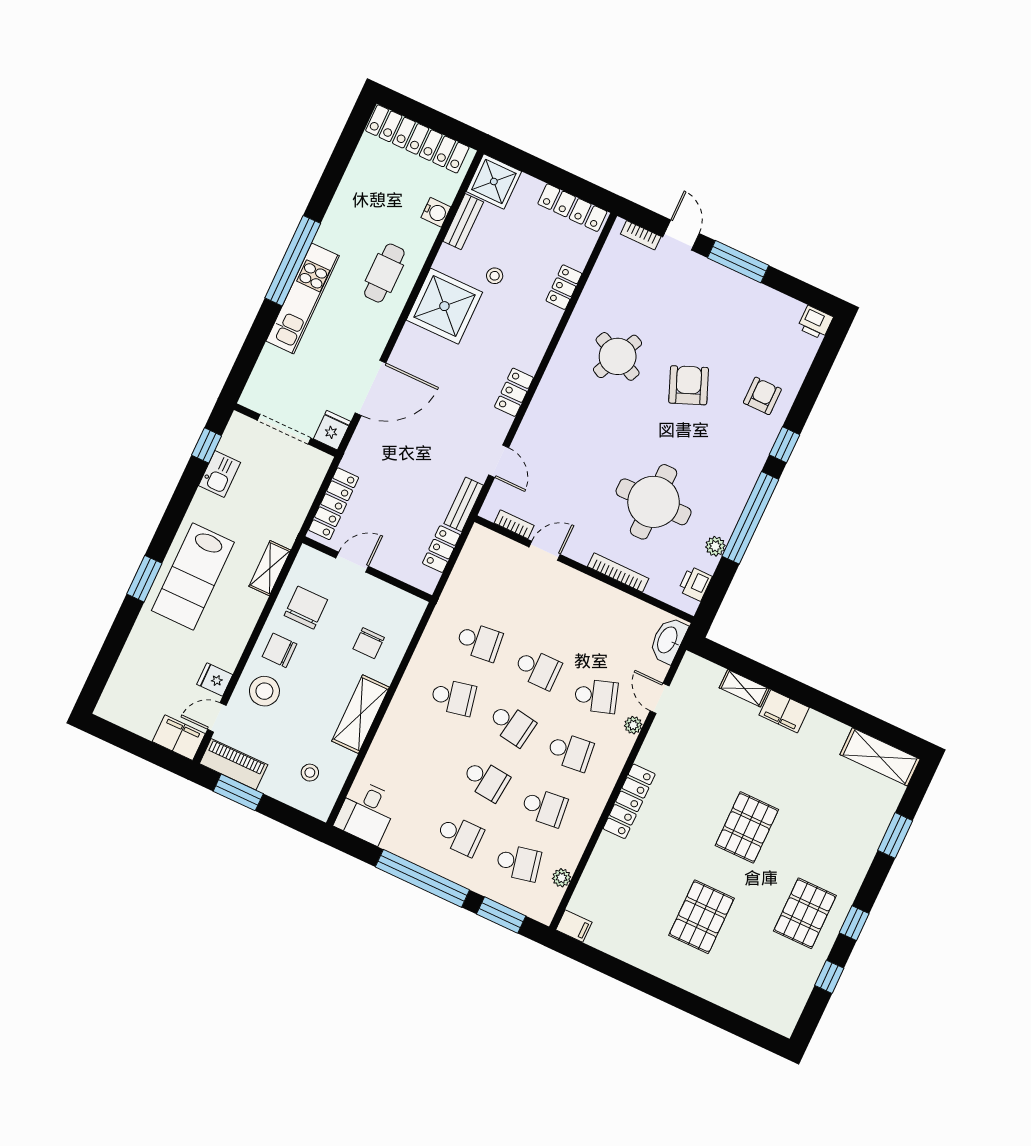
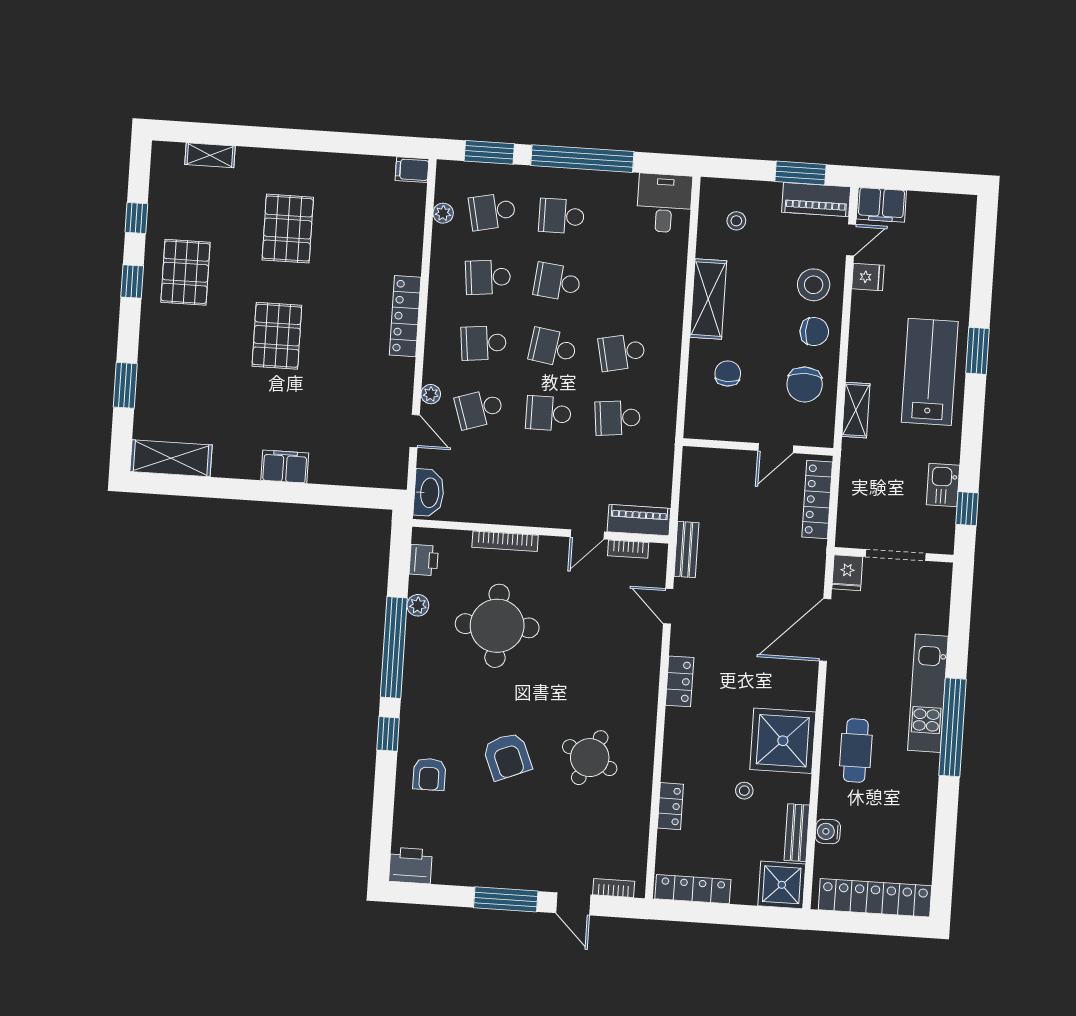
printer: (815, 322) -> (411, 866), width x1.36, depth x1.24
piano: (495, 546) -> (639, 520), added
locker: (441, 549) -> (692, 496), removed
shelving: (744, 688) -> (210, 155), moved

